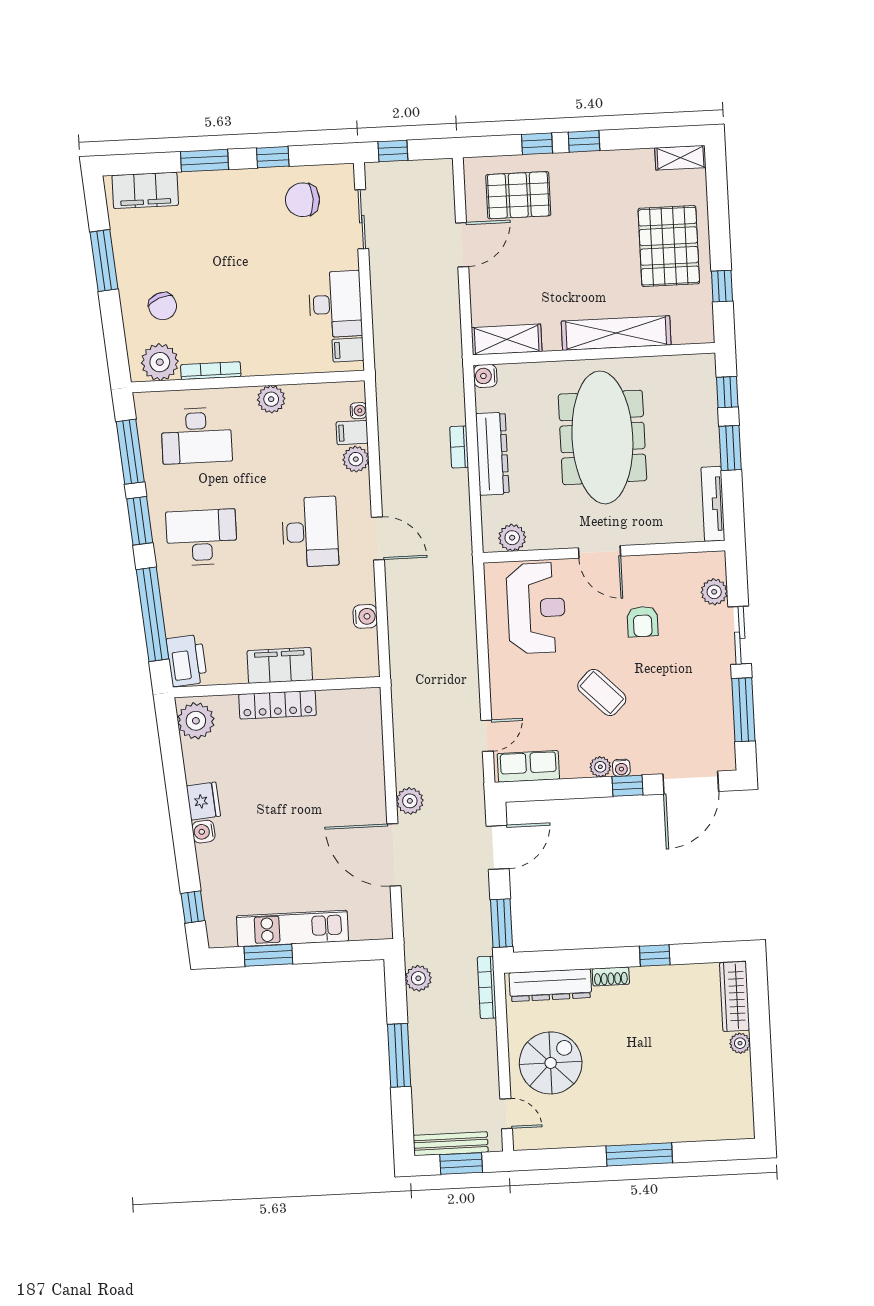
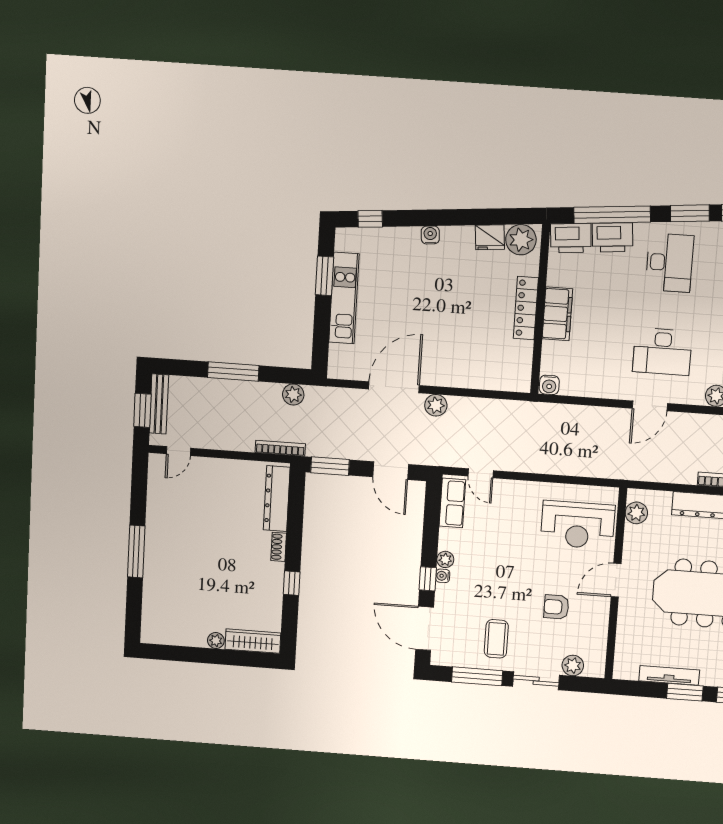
tv unit: (713, 504) -> (669, 675), moved
printer: (180, 610) -> (613, 237), added
water cooler: (365, 616) -> (549, 385), moved
coffee table: (602, 693) -> (496, 639), moved, turned -45
fridge: (203, 801) -> (490, 237), moved
spiral stairs: (551, 1063) -> (215, 491), removed

